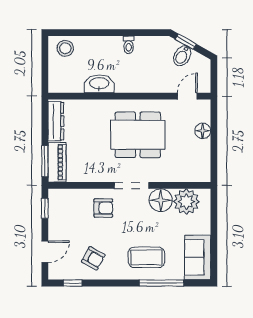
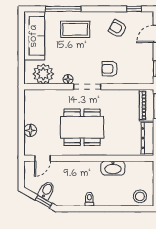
floor lamp: (161, 200) -> (68, 79), width x0.53, depth x0.53
sofa: (198, 257) -> (34, 36), width x1.36

